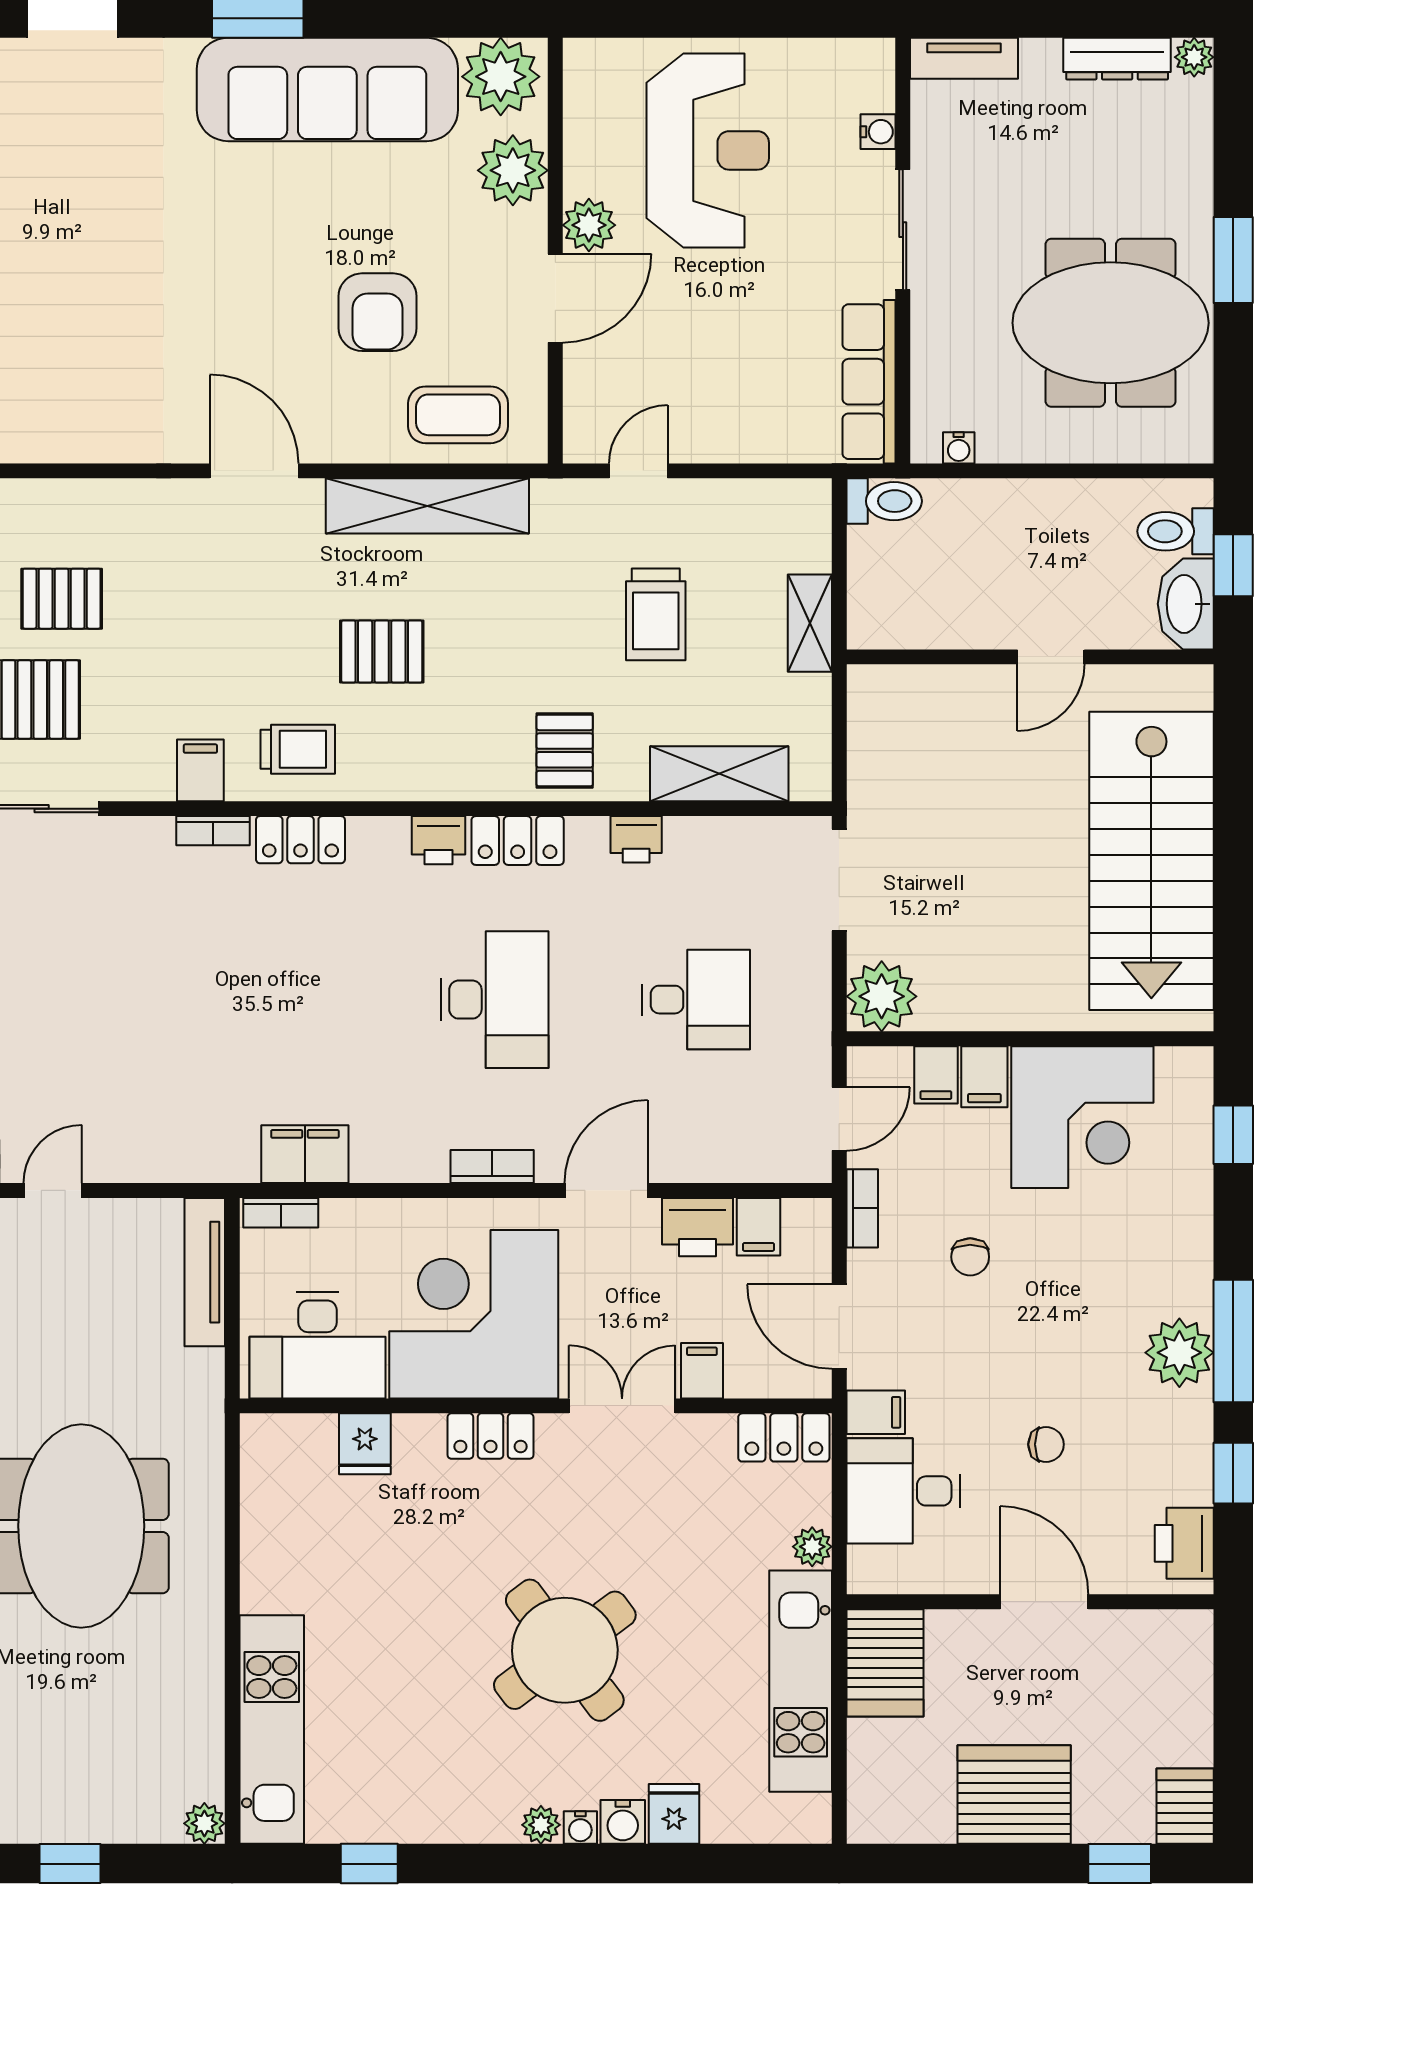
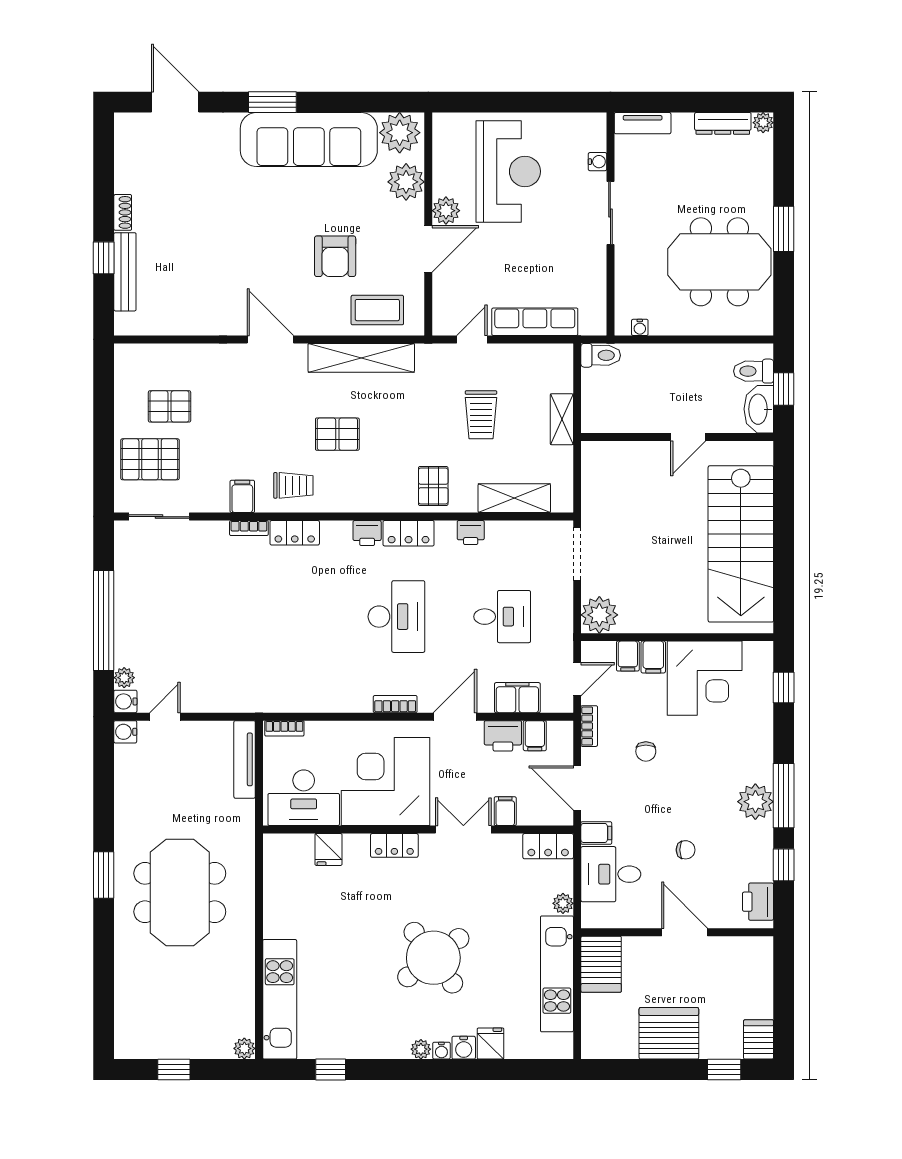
row of seats: (869, 382) -> (535, 322), moved, turned 90
filing cabinet: (305, 1154) -> (517, 698), moved

